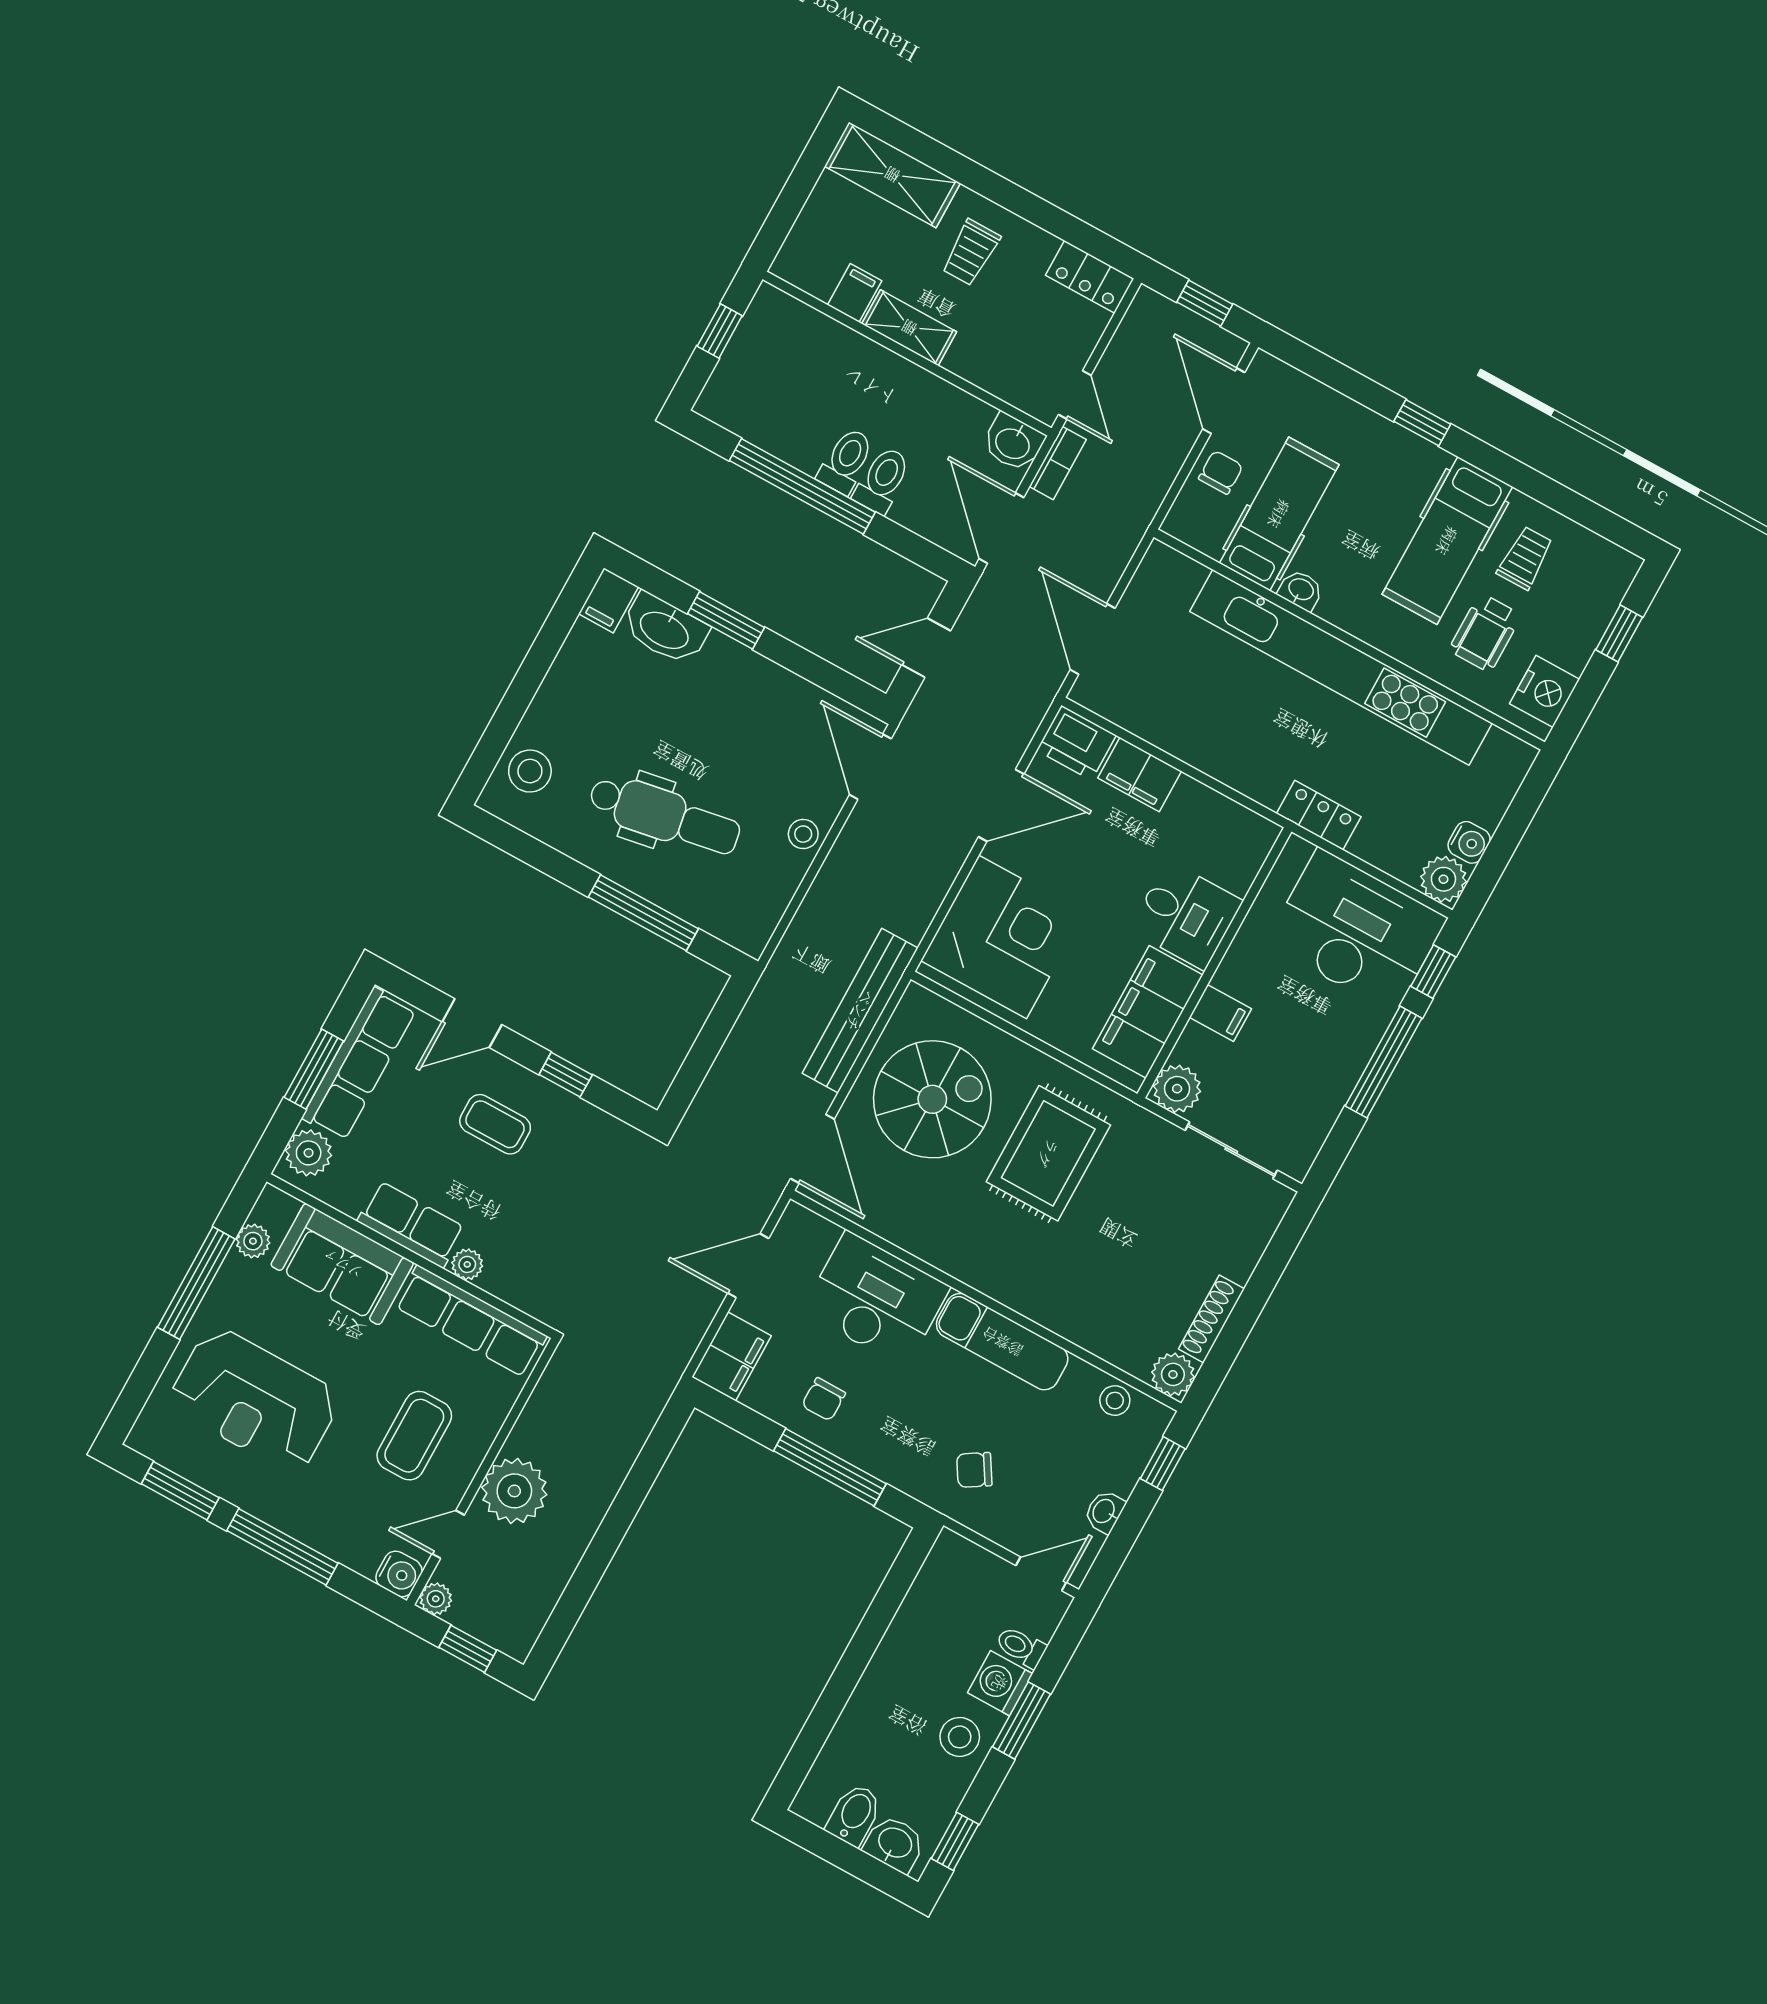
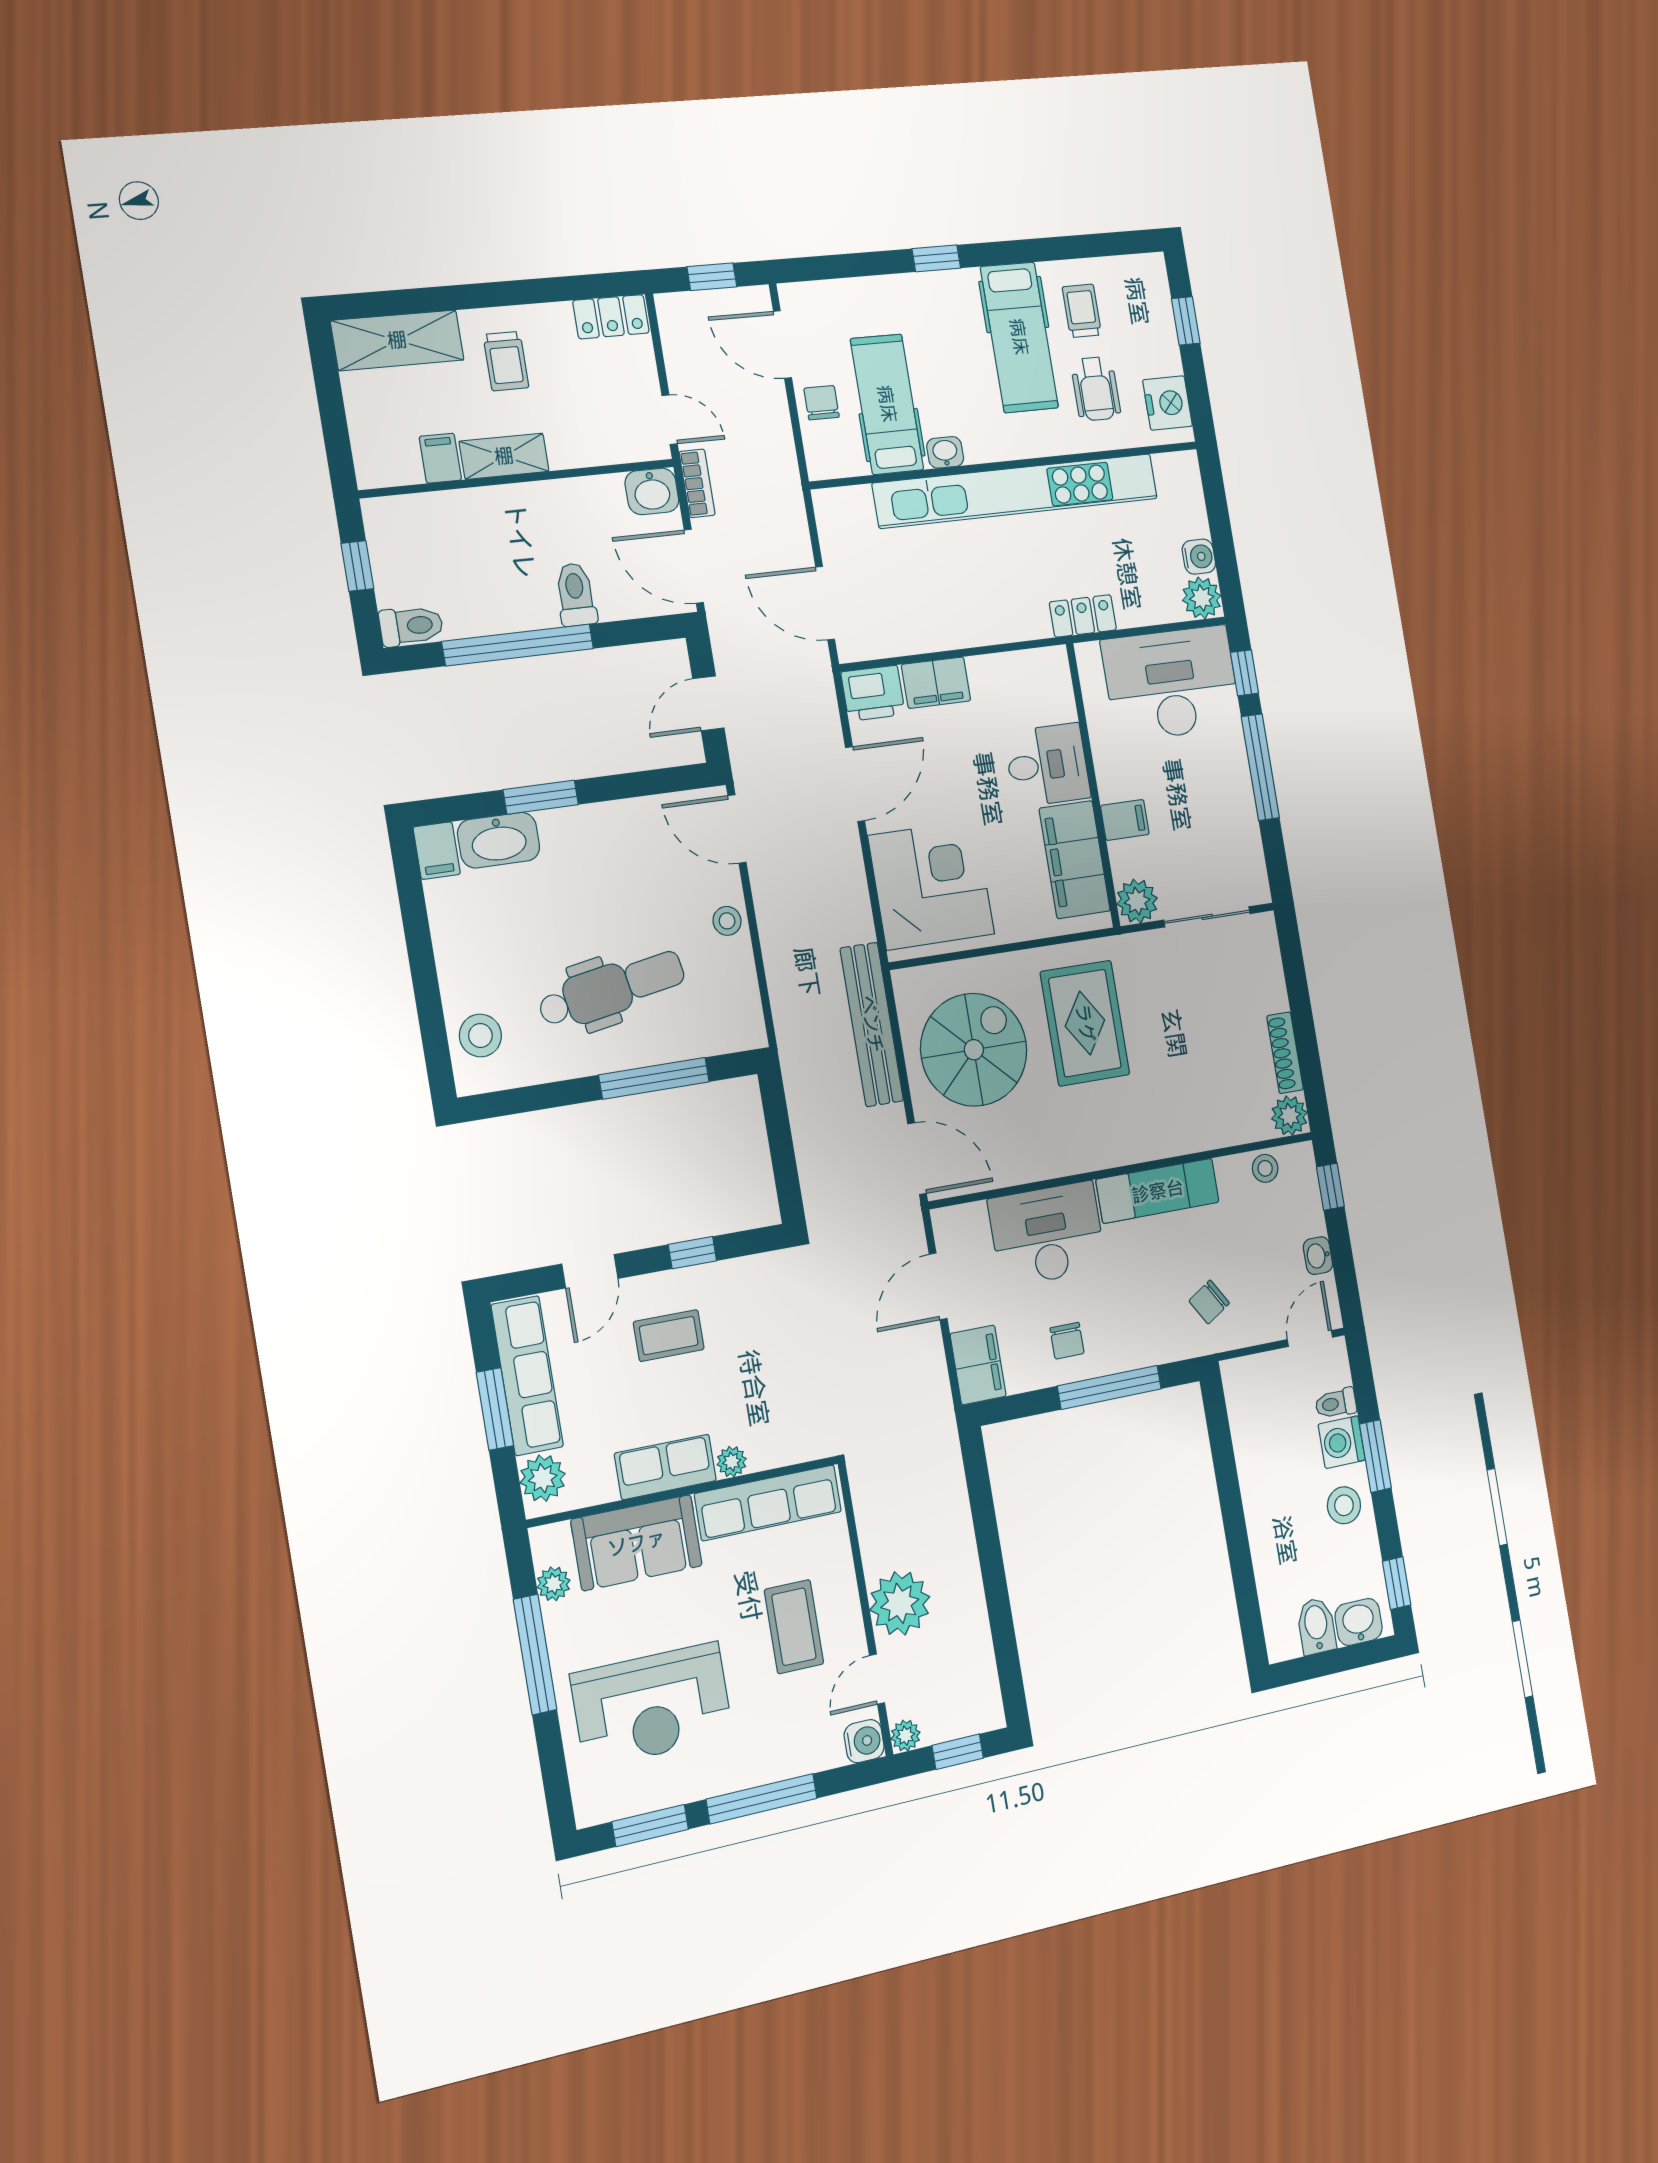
toilet: (846, 461) -> (411, 626), moved, turned 90

